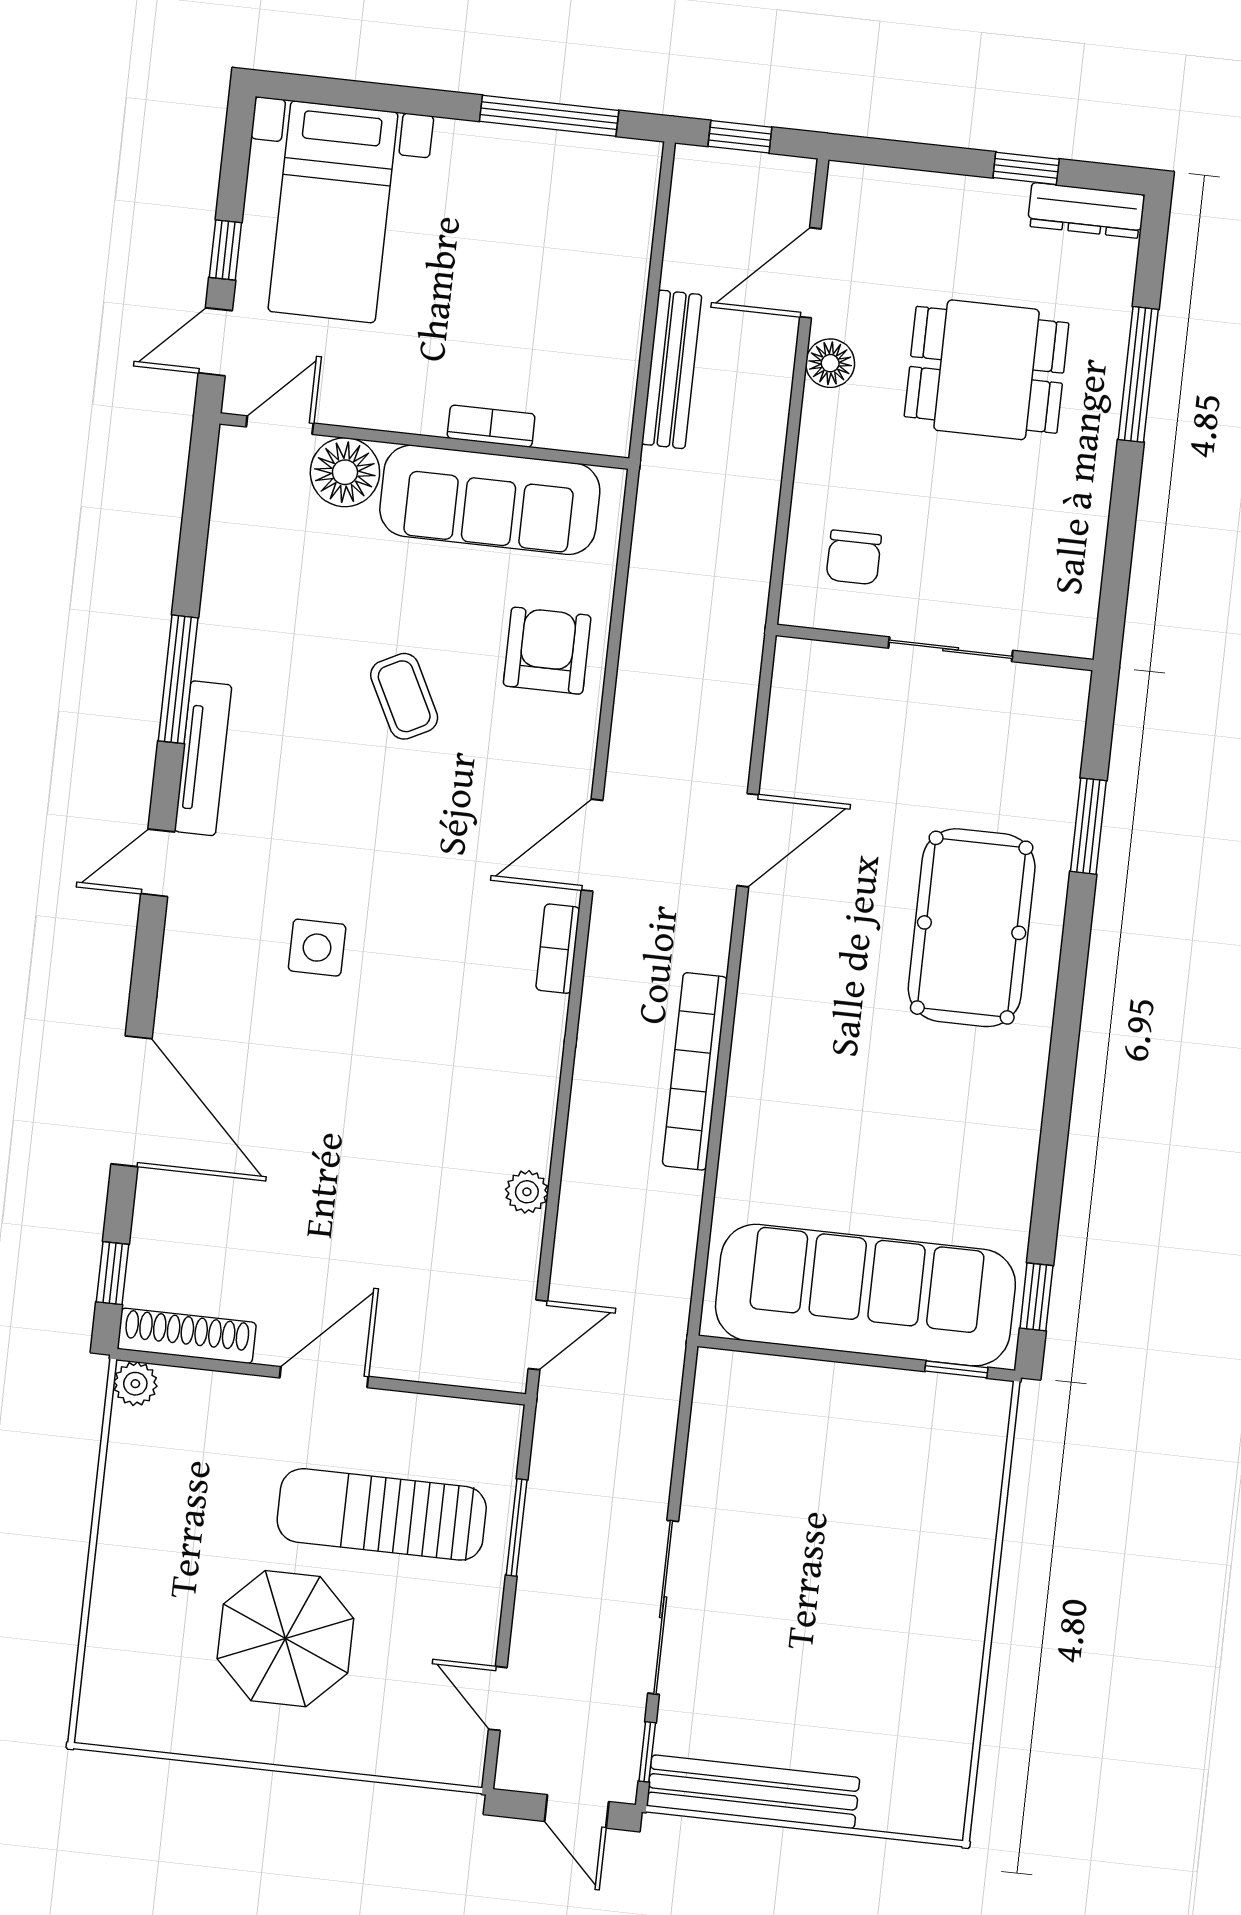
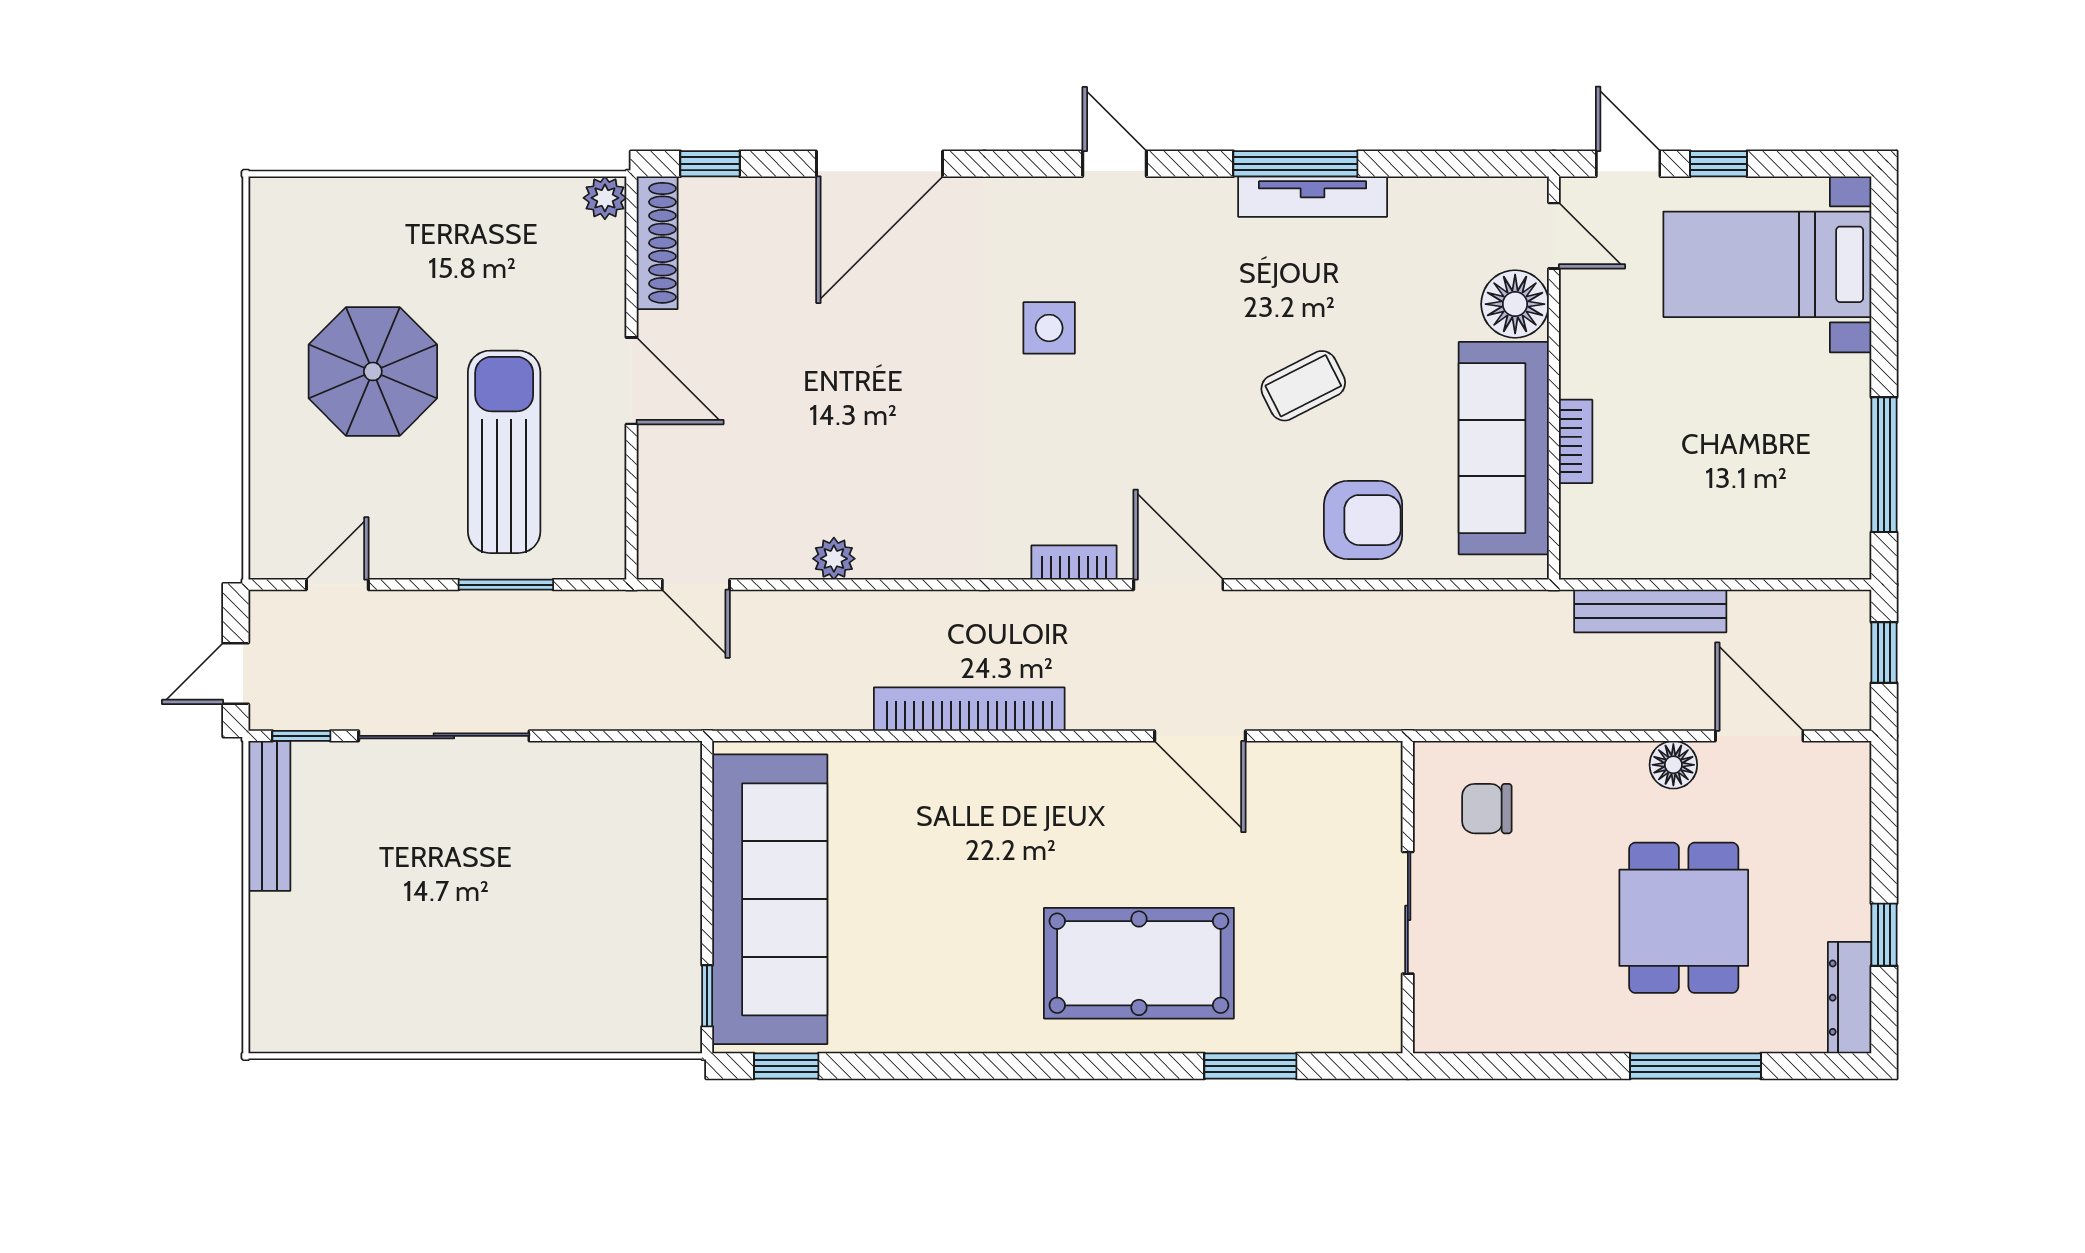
tv unit: (203, 758) -> (1313, 197), moved
bench: (753, 1792) -> (269, 816), width x0.73, depth x0.82

